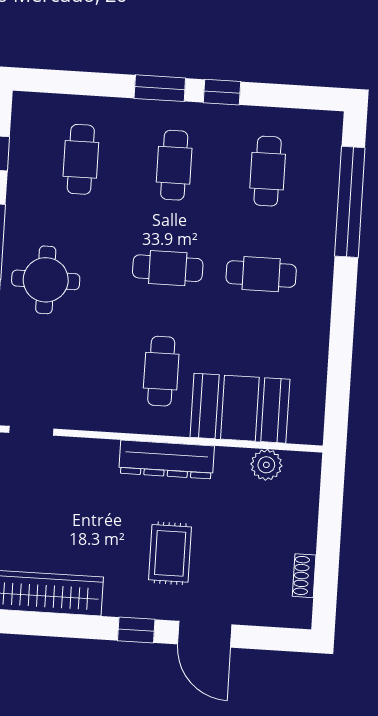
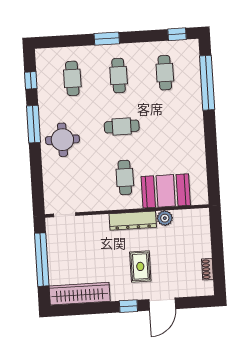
window: (222, 92) -> (177, 34), moved
cafe table: (261, 274) -> (168, 124), removed
plant: (266, 465) -> (165, 218), moved
door: (205, 634) -> (162, 304), hinge flipped

